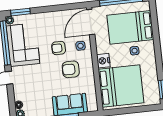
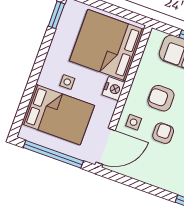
armchair: (59, 48) -> (163, 133), turned -90
armchair: (71, 69) -> (161, 98), turned 180

